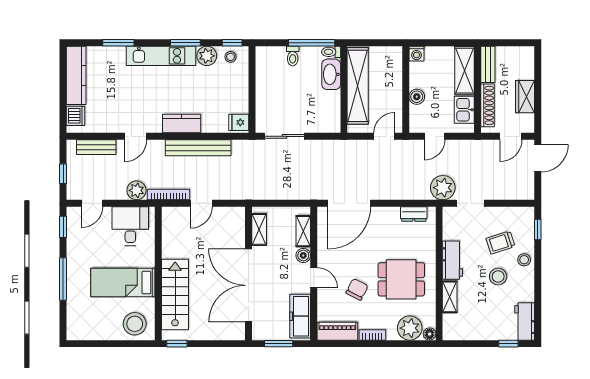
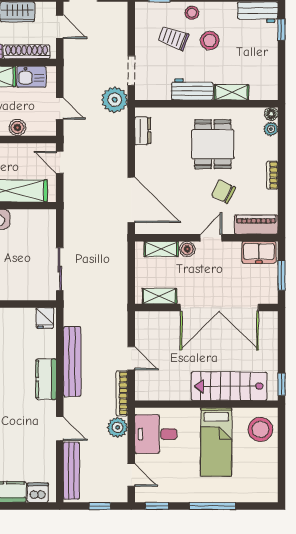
bench: (96, 147) -> (71, 471), width x1.36
trolley: (500, 242) -> (173, 38), turned 128
freezer: (300, 316) -> (259, 252), width x0.71
plant: (410, 328) -> (271, 129), width x0.53, depth x0.53
piano: (337, 331) -> (256, 224), moved, turned 90

